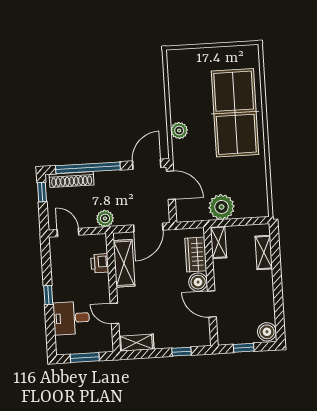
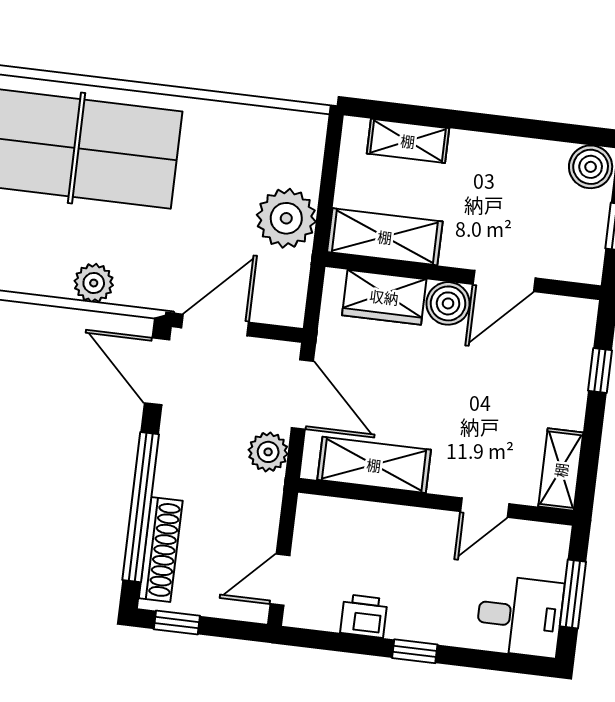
plant: (105, 218) -> (268, 452), moved
shelving: (218, 242) -> (385, 237), width x1.50, depth x1.33
printer: (100, 263) -> (364, 616), moved, turned 180
desk: (71, 318) -> (520, 616), moved, turned -90

